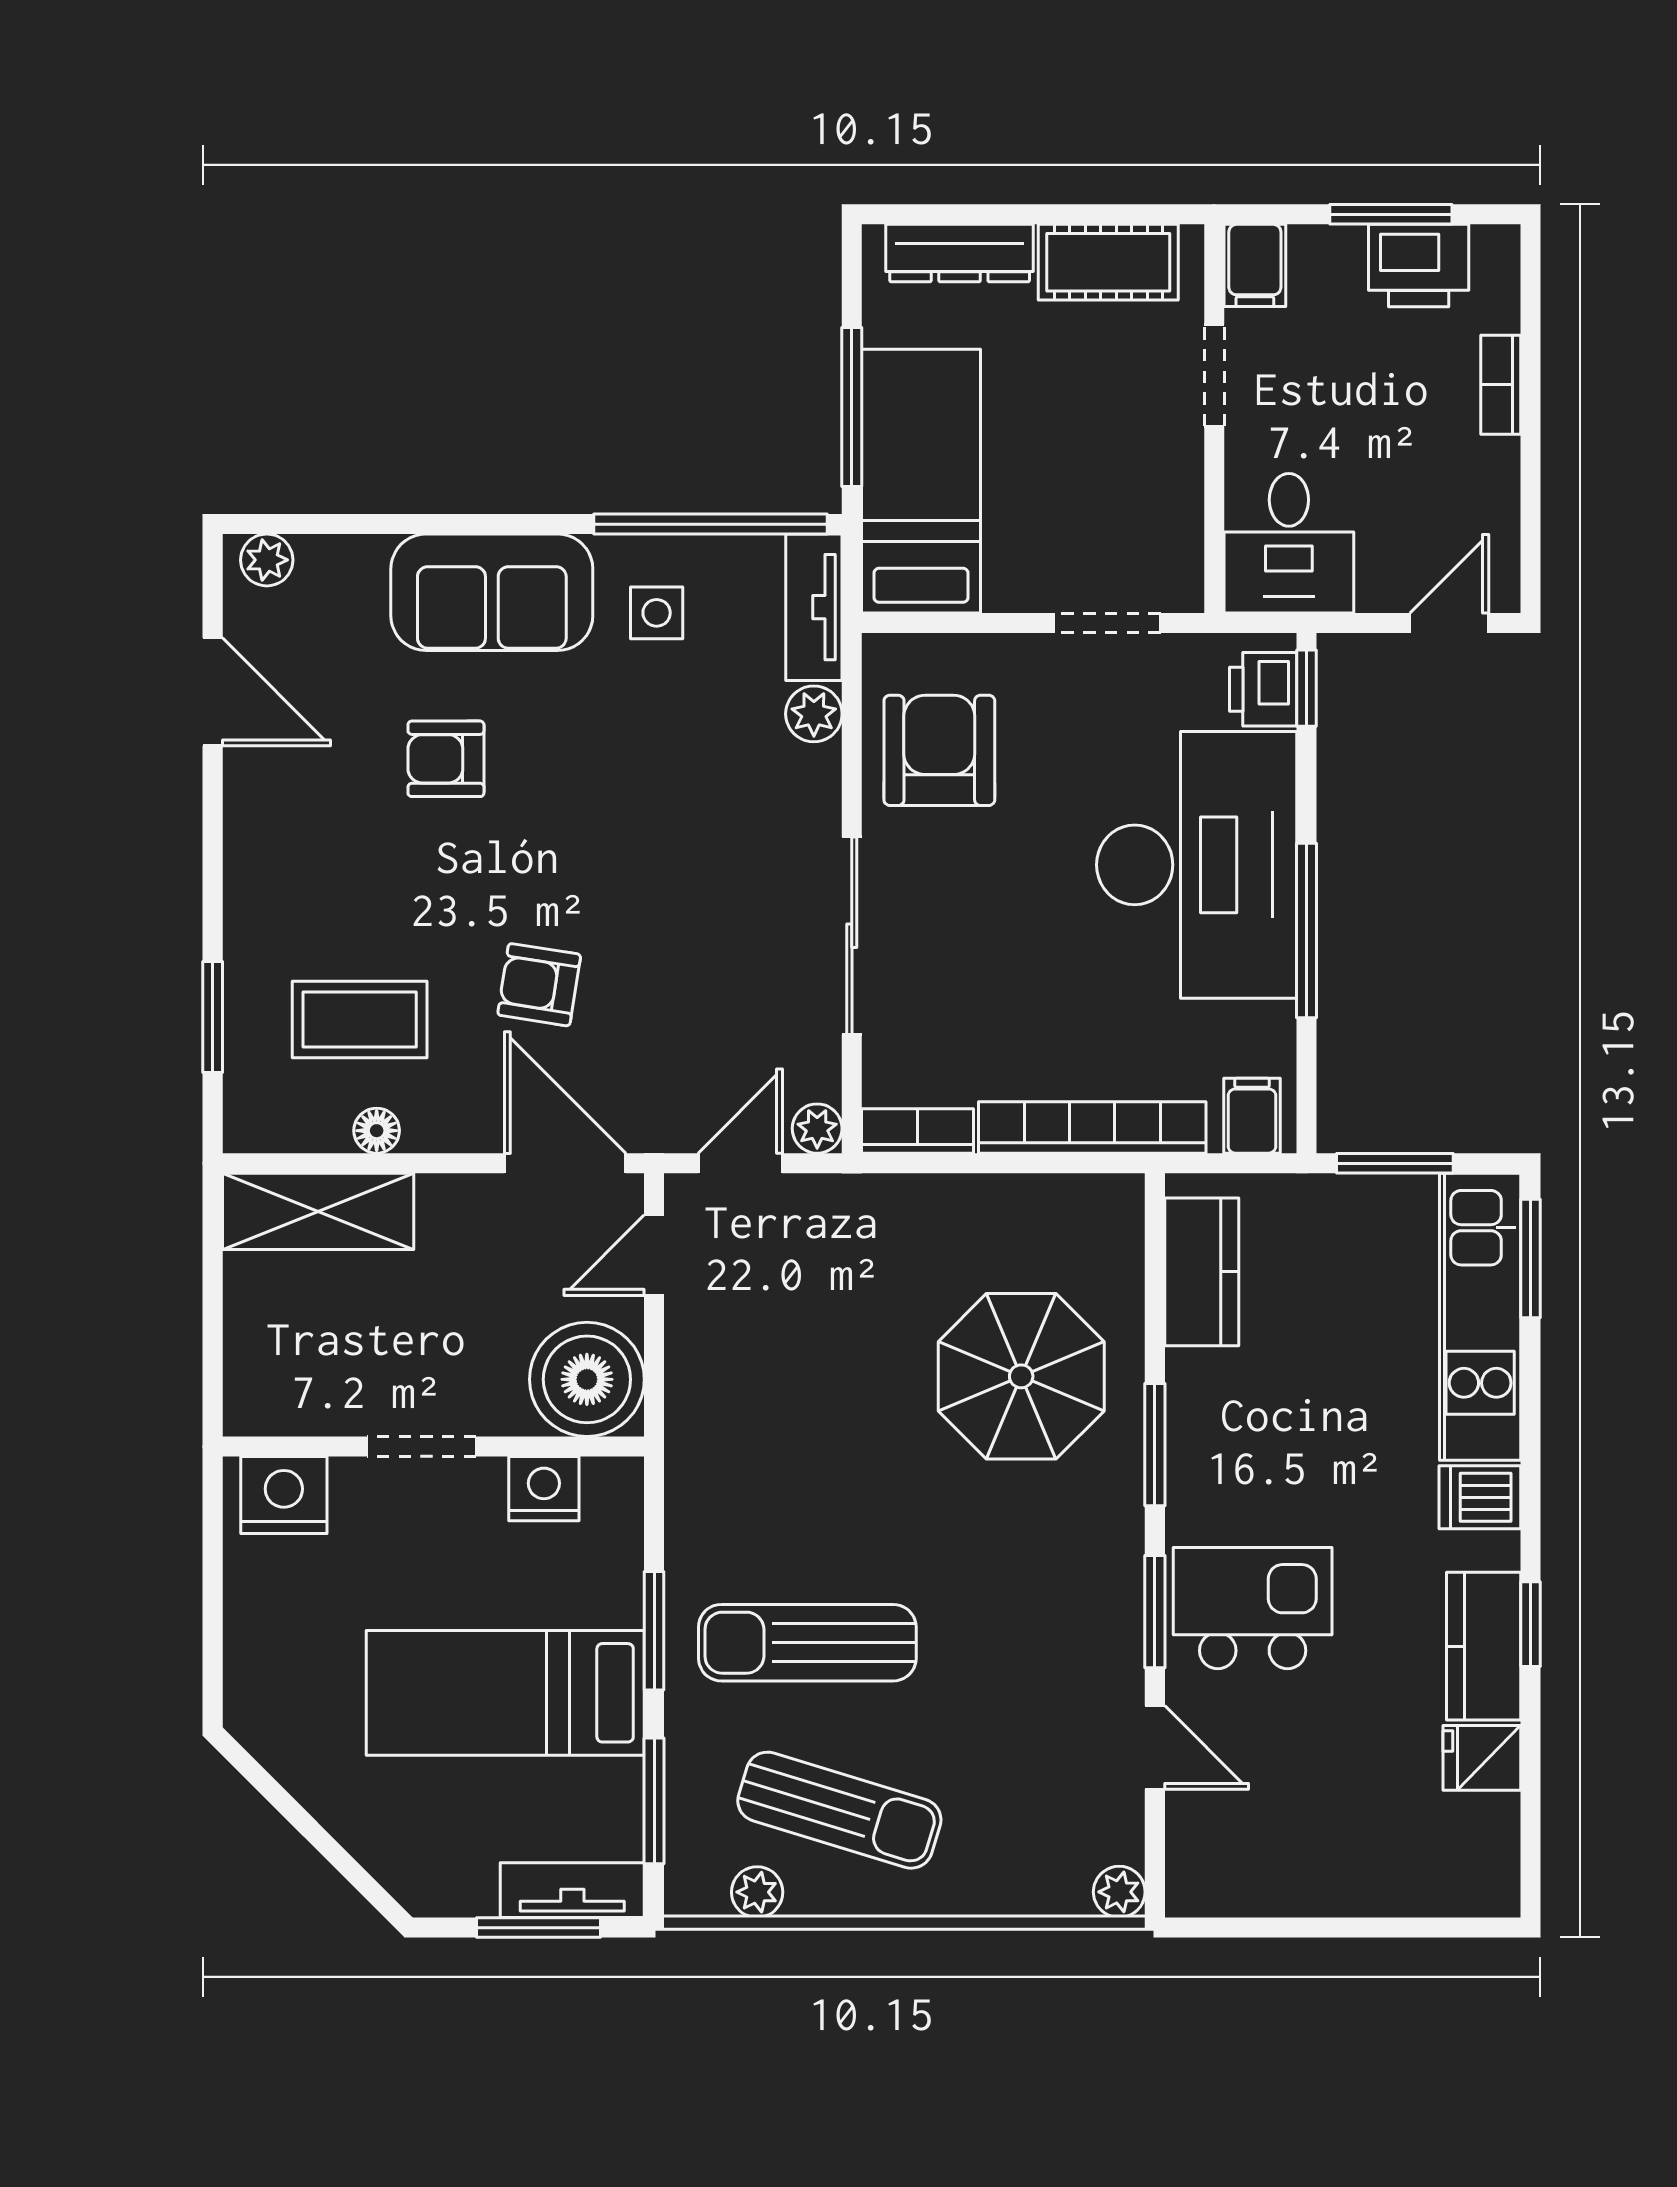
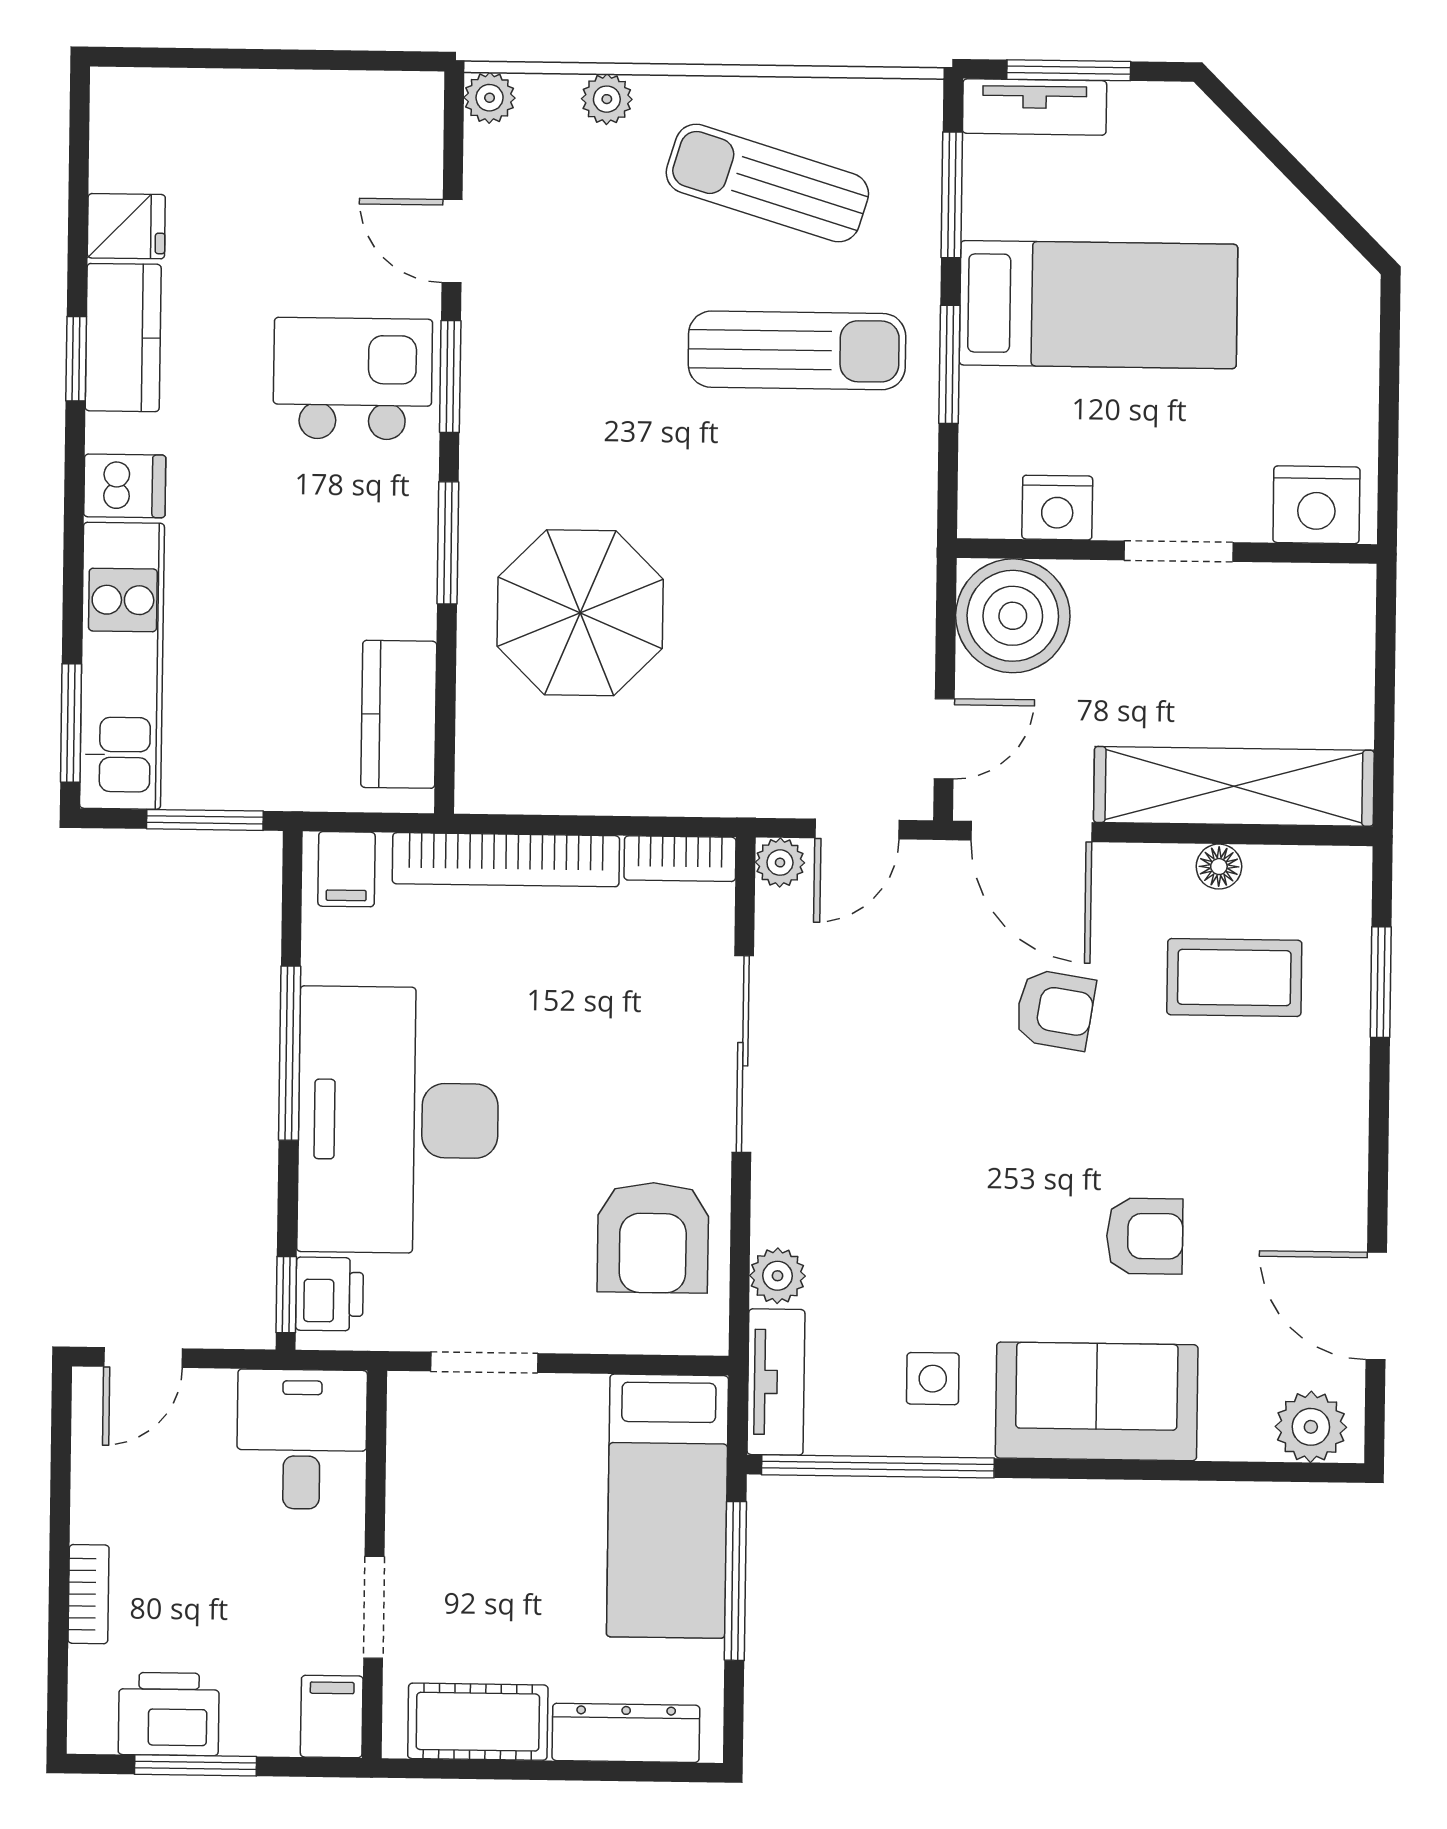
plant: (267, 560) -> (1311, 1427), width x1.38, depth x1.38
shelving: (318, 1211) -> (1234, 786), width x1.47
kitchen island: (1253, 1608) -> (353, 379), turned 180
plant: (757, 1892) -> (607, 99), moved

